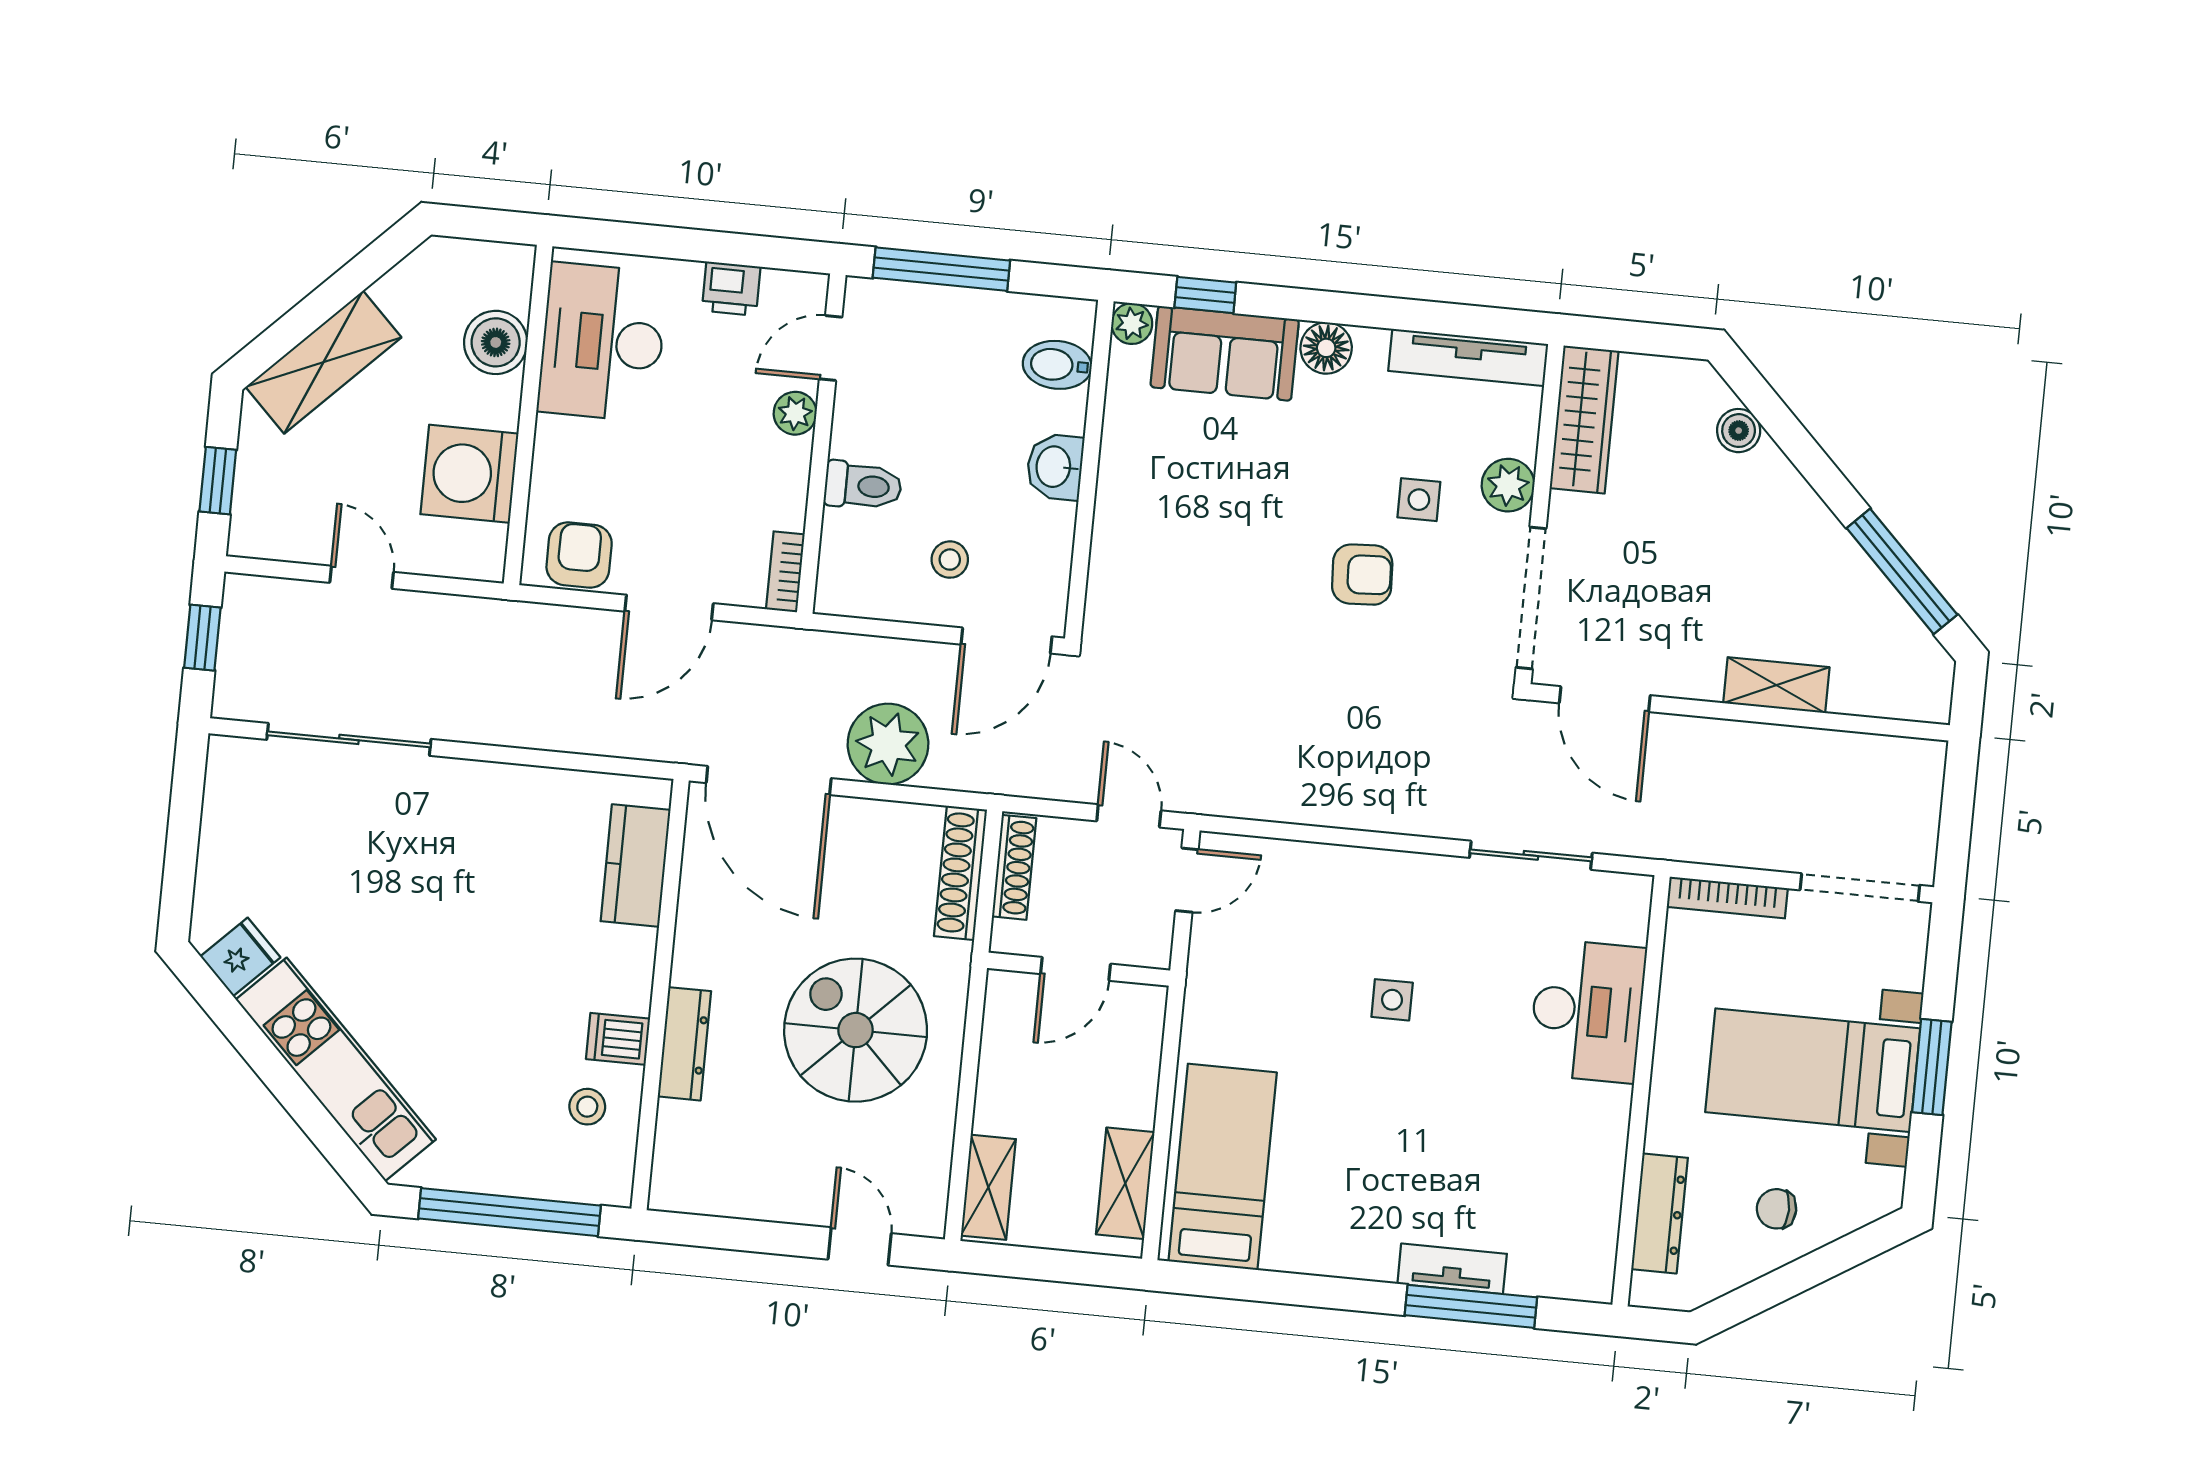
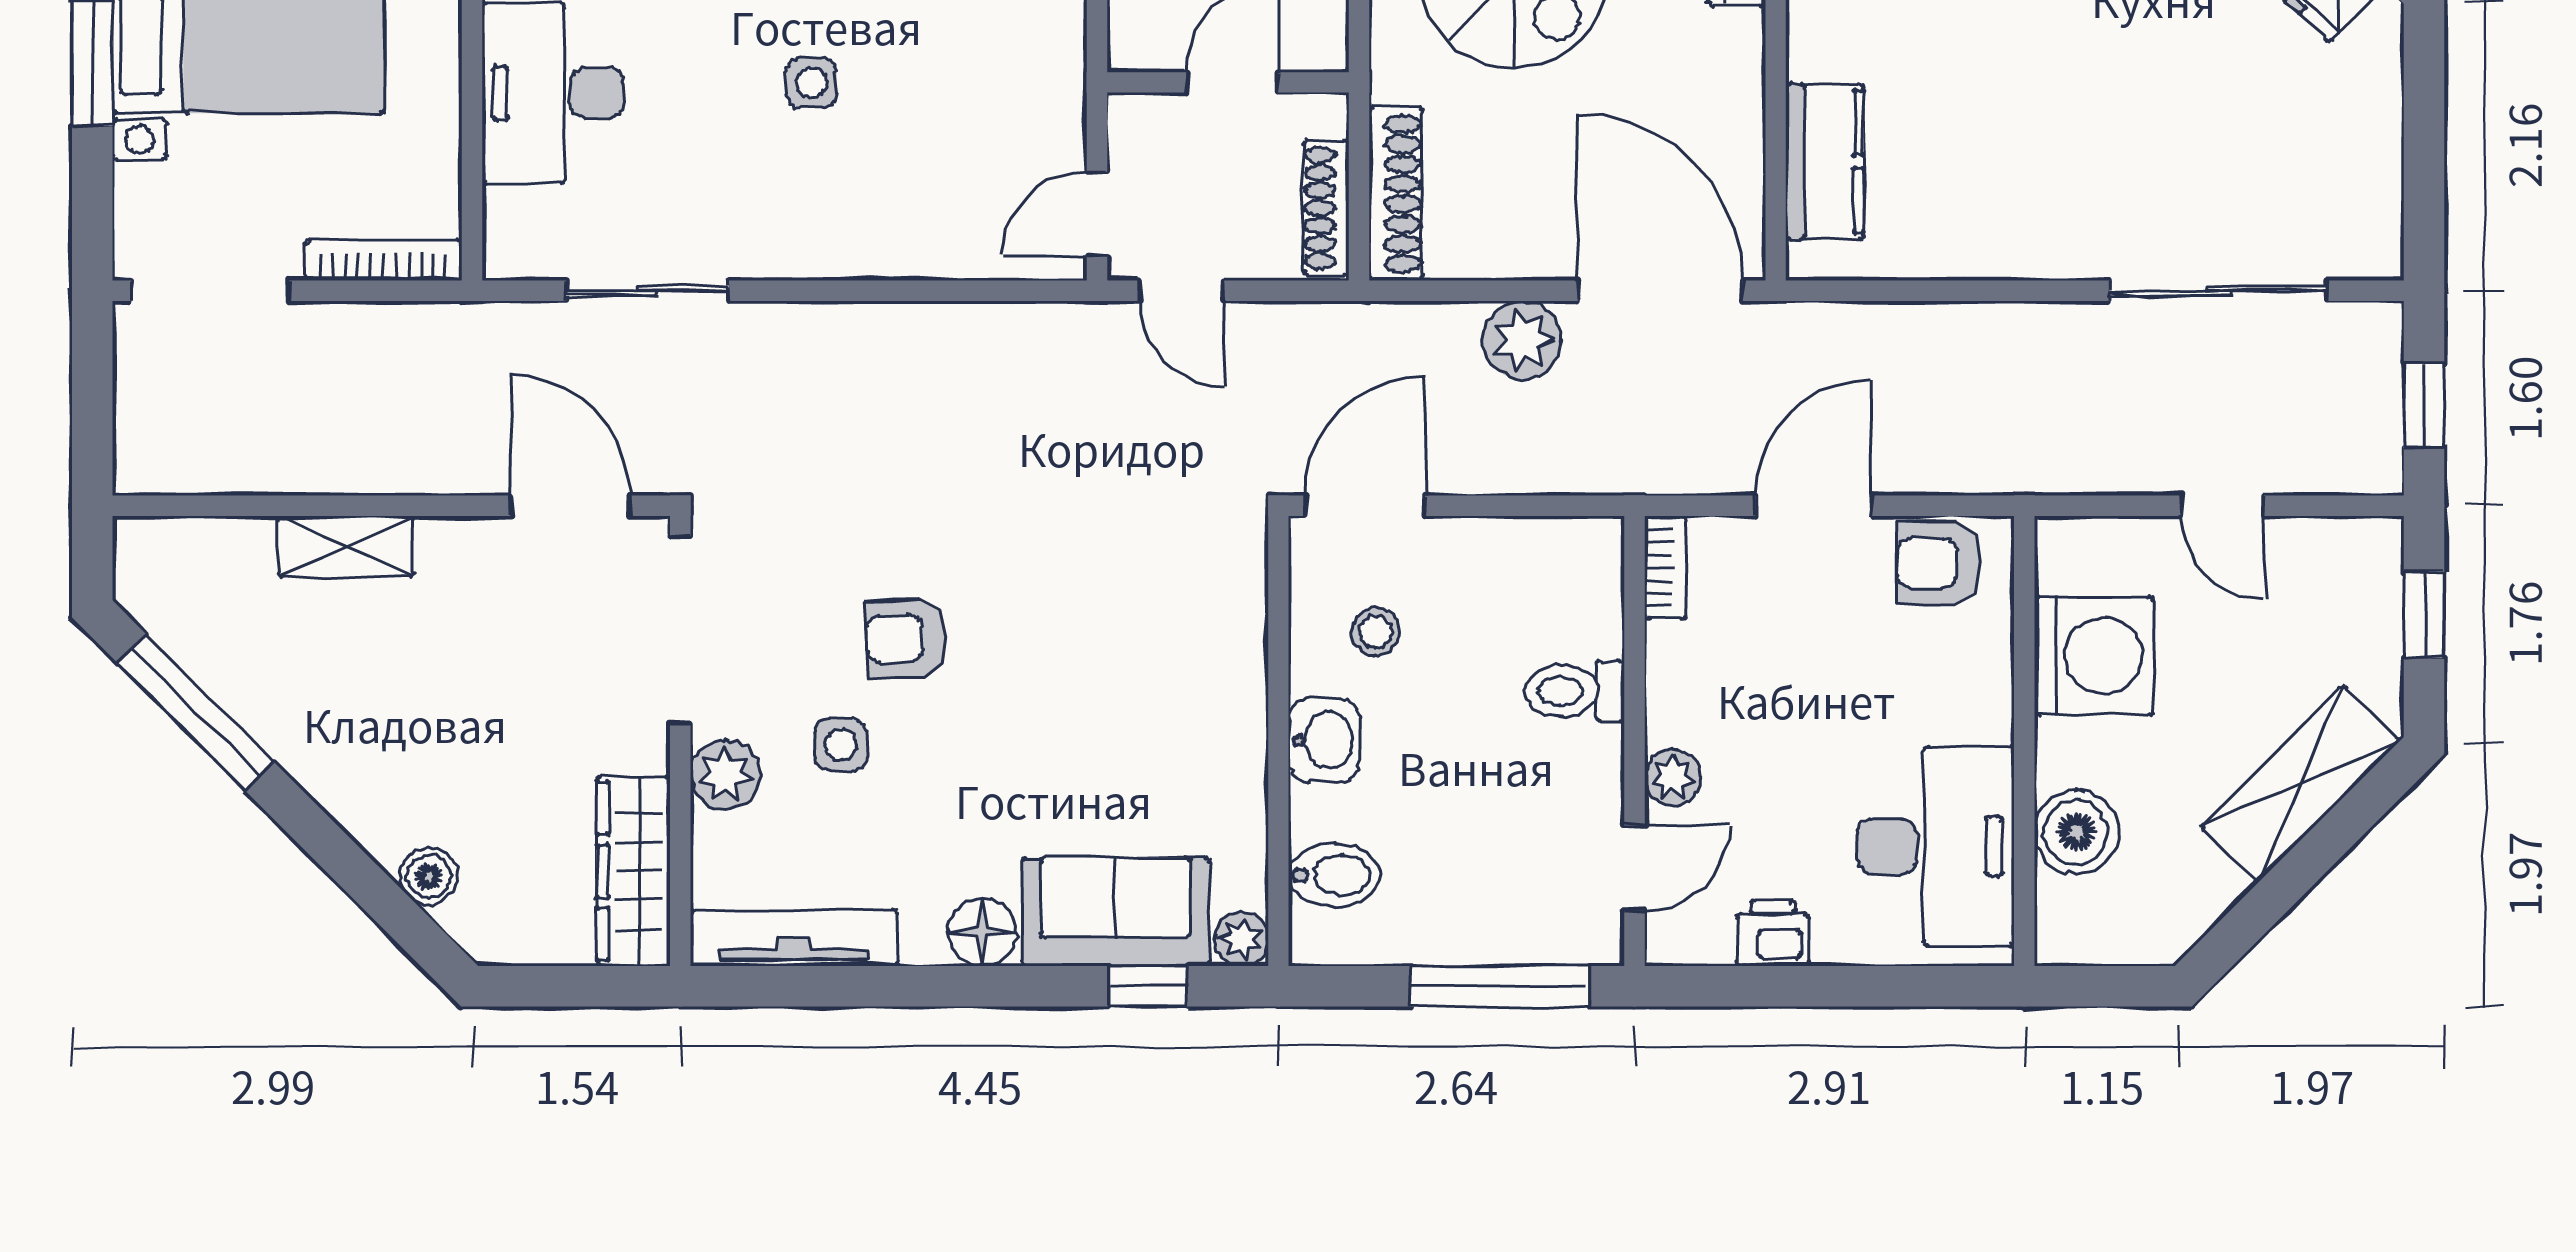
armchair: (579, 555) -> (1939, 563), turned 90
stool: (950, 560) -> (1376, 632), moved
plant: (888, 744) -> (1522, 340), width x0.73, depth x0.73

